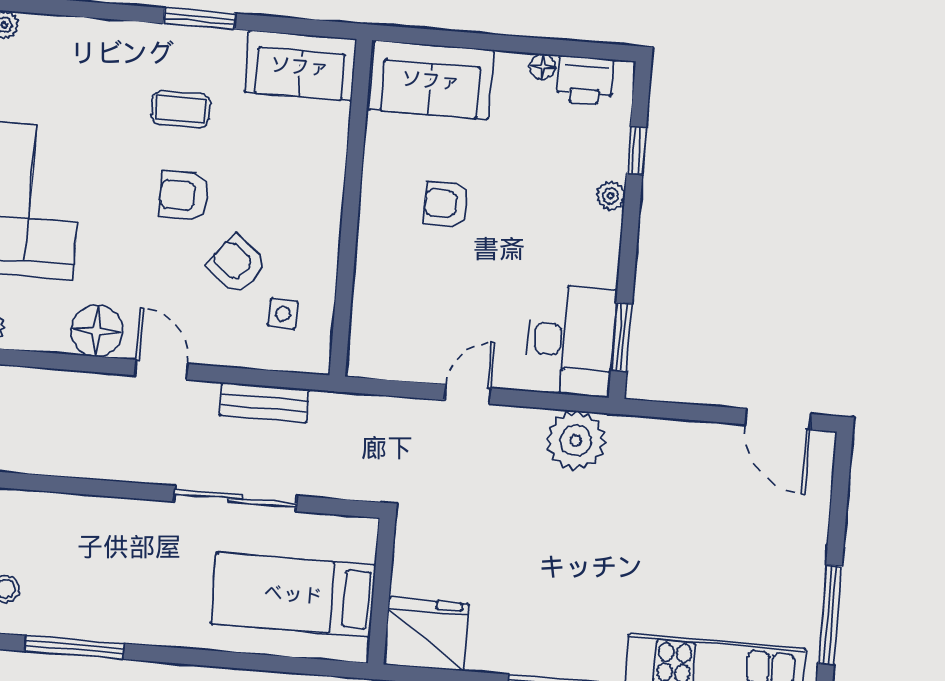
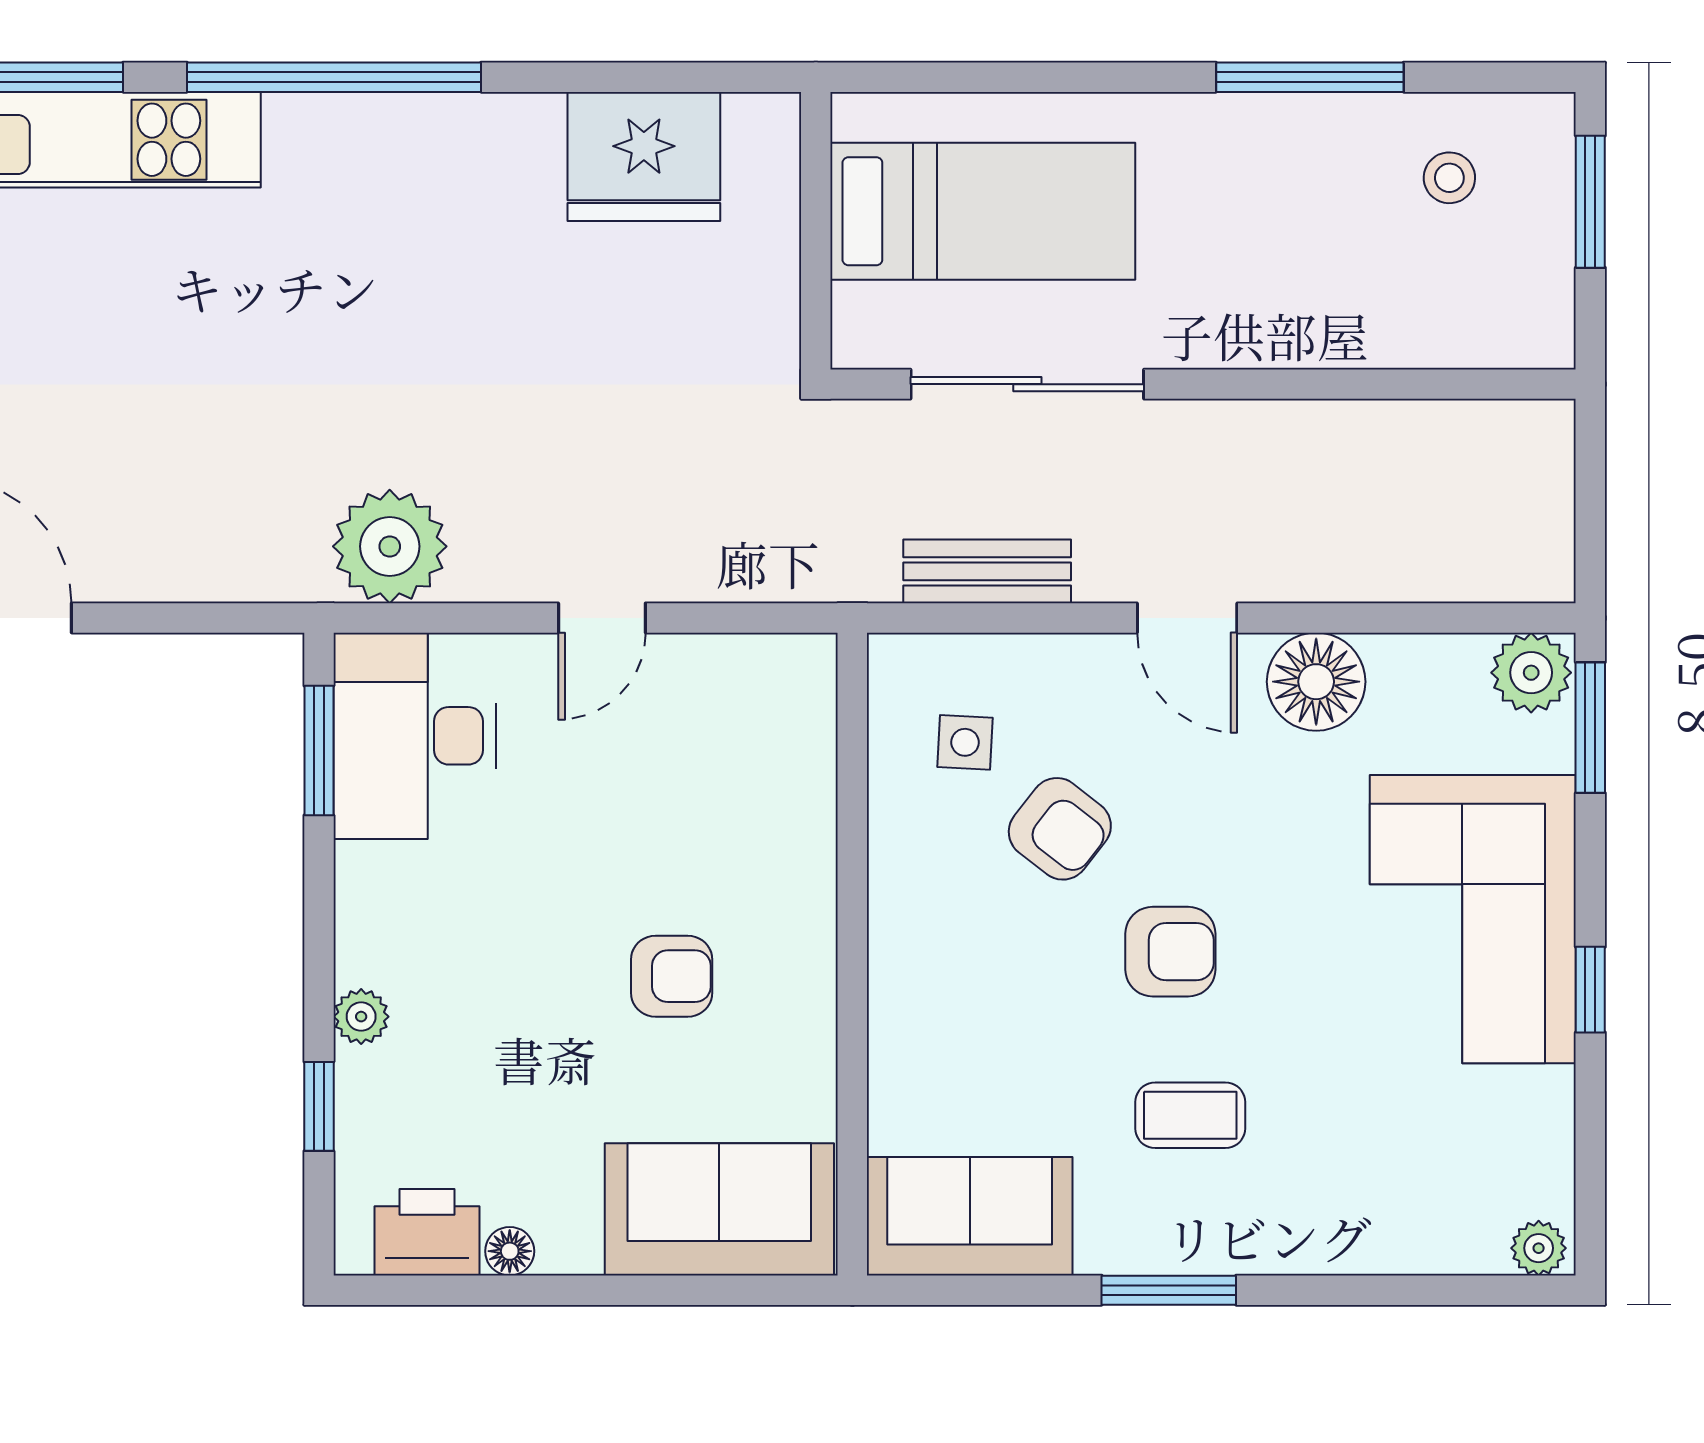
wall: (382, 591) -> (816, 231), moved
bed: (293, 594) -> (983, 211), moved

